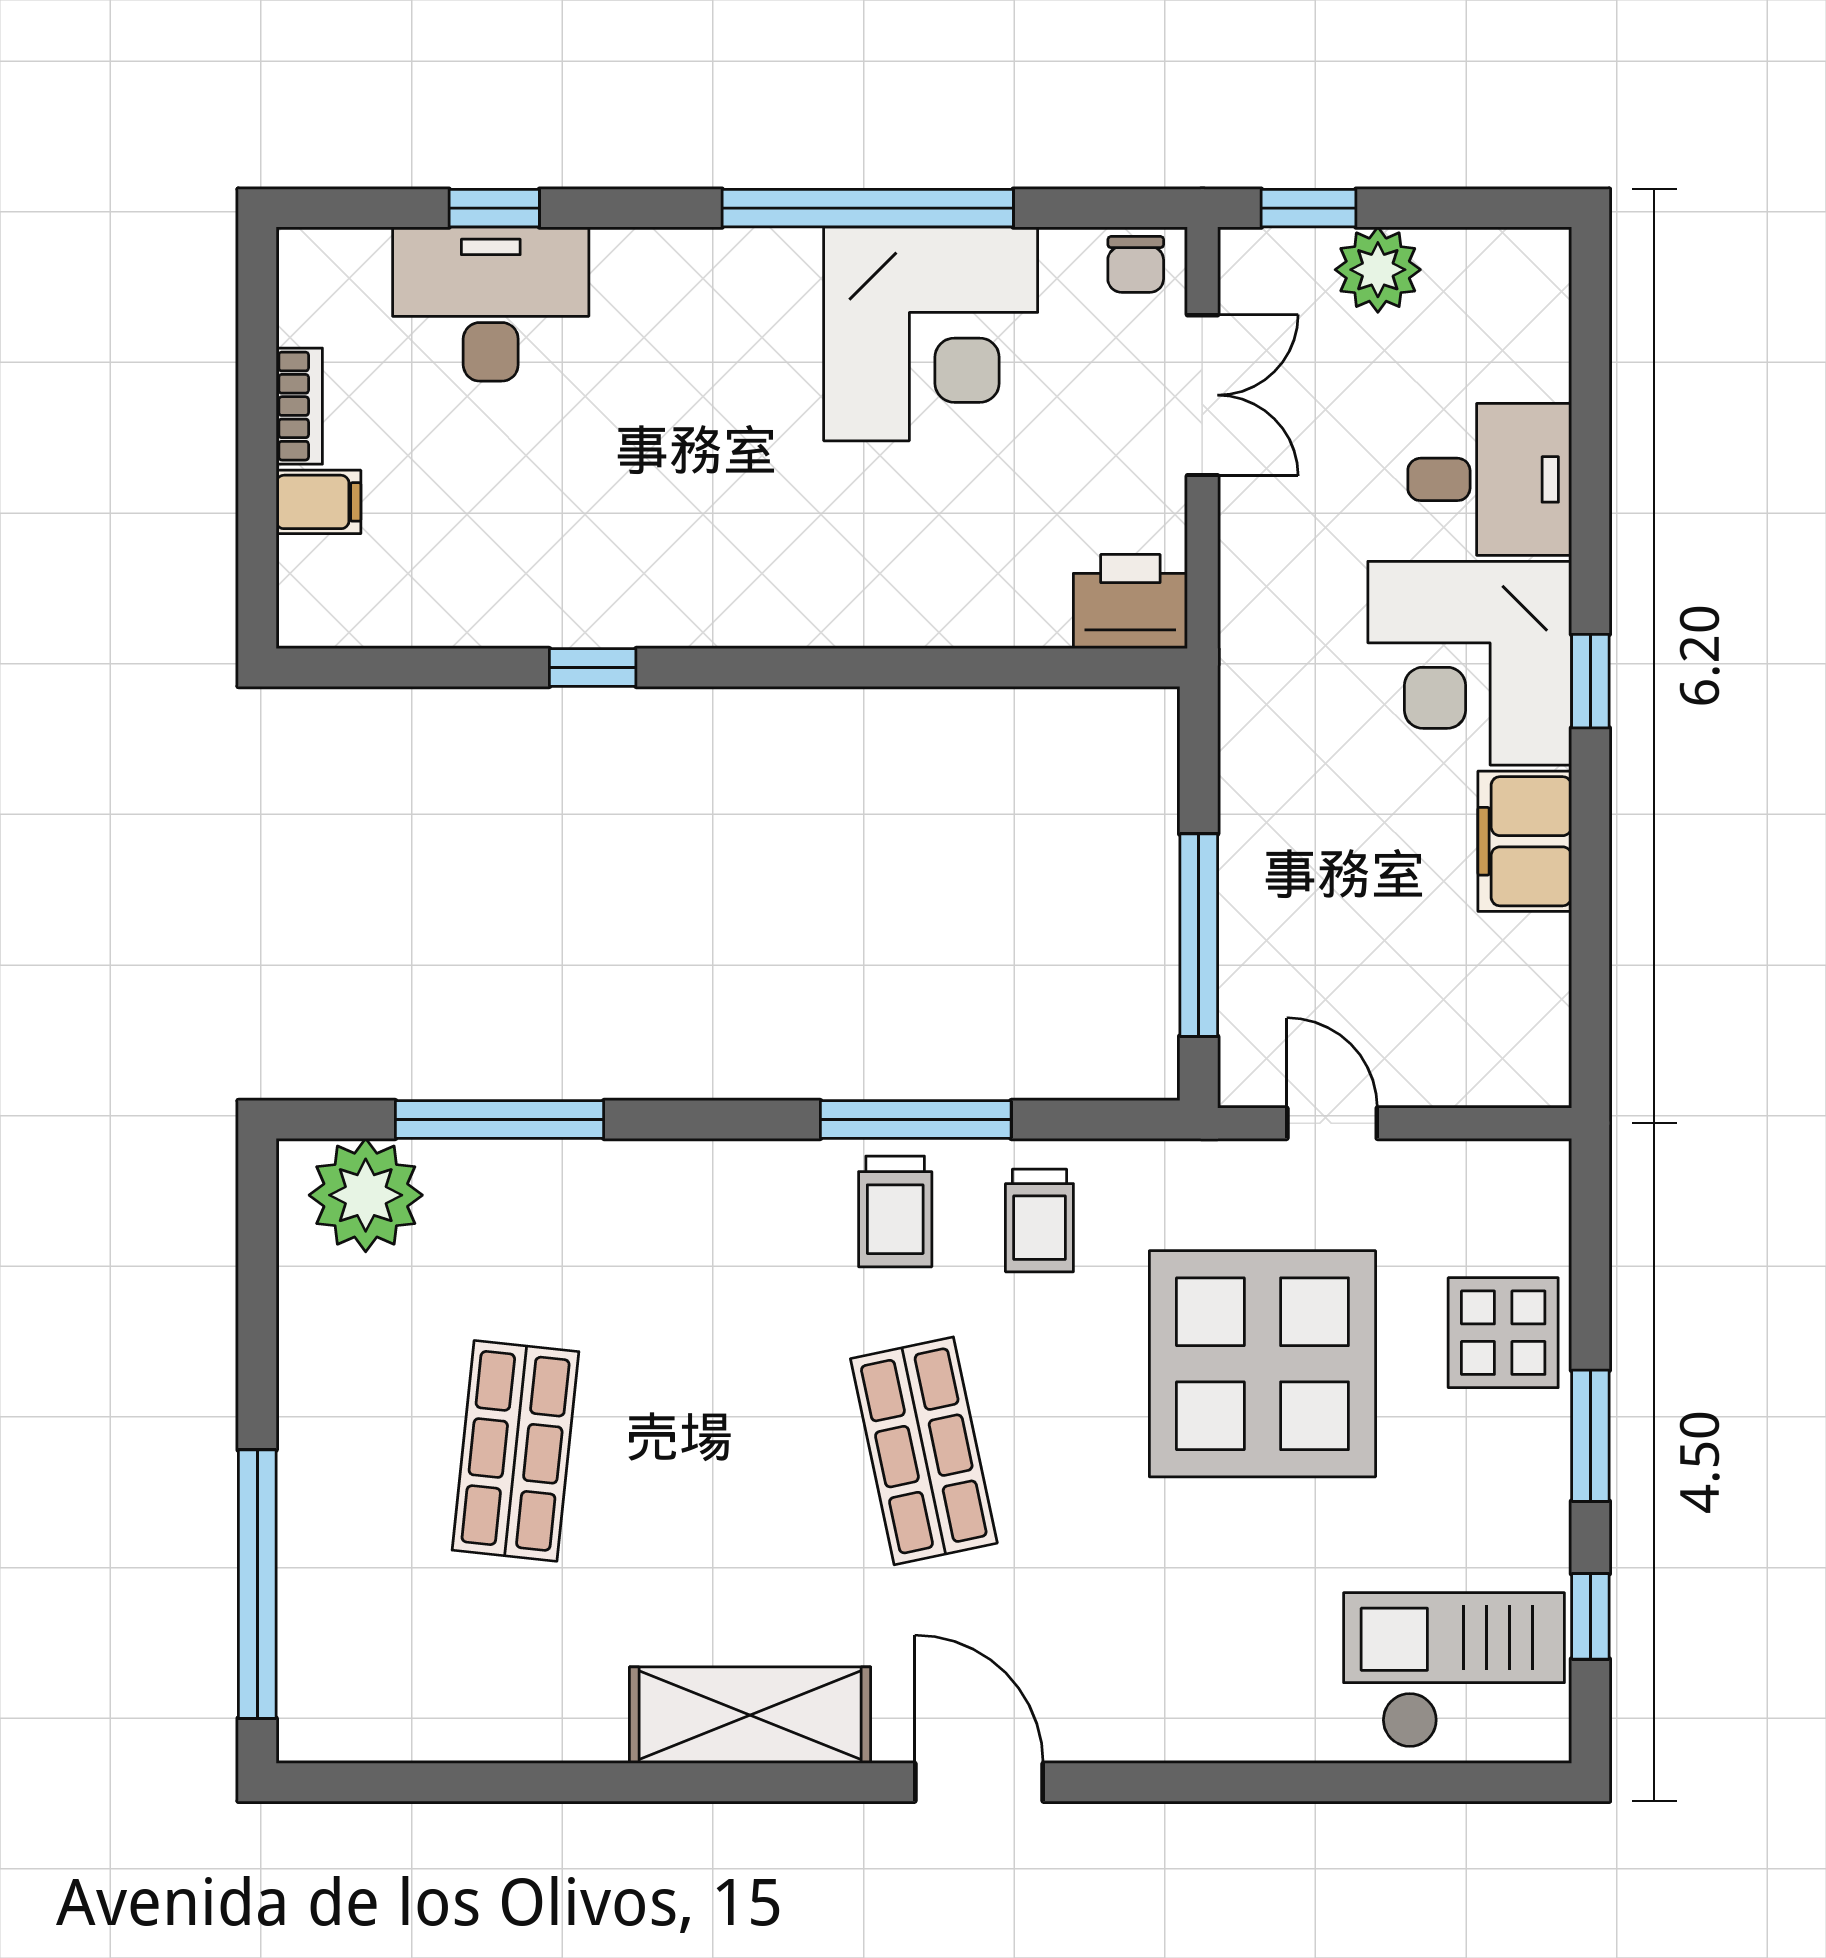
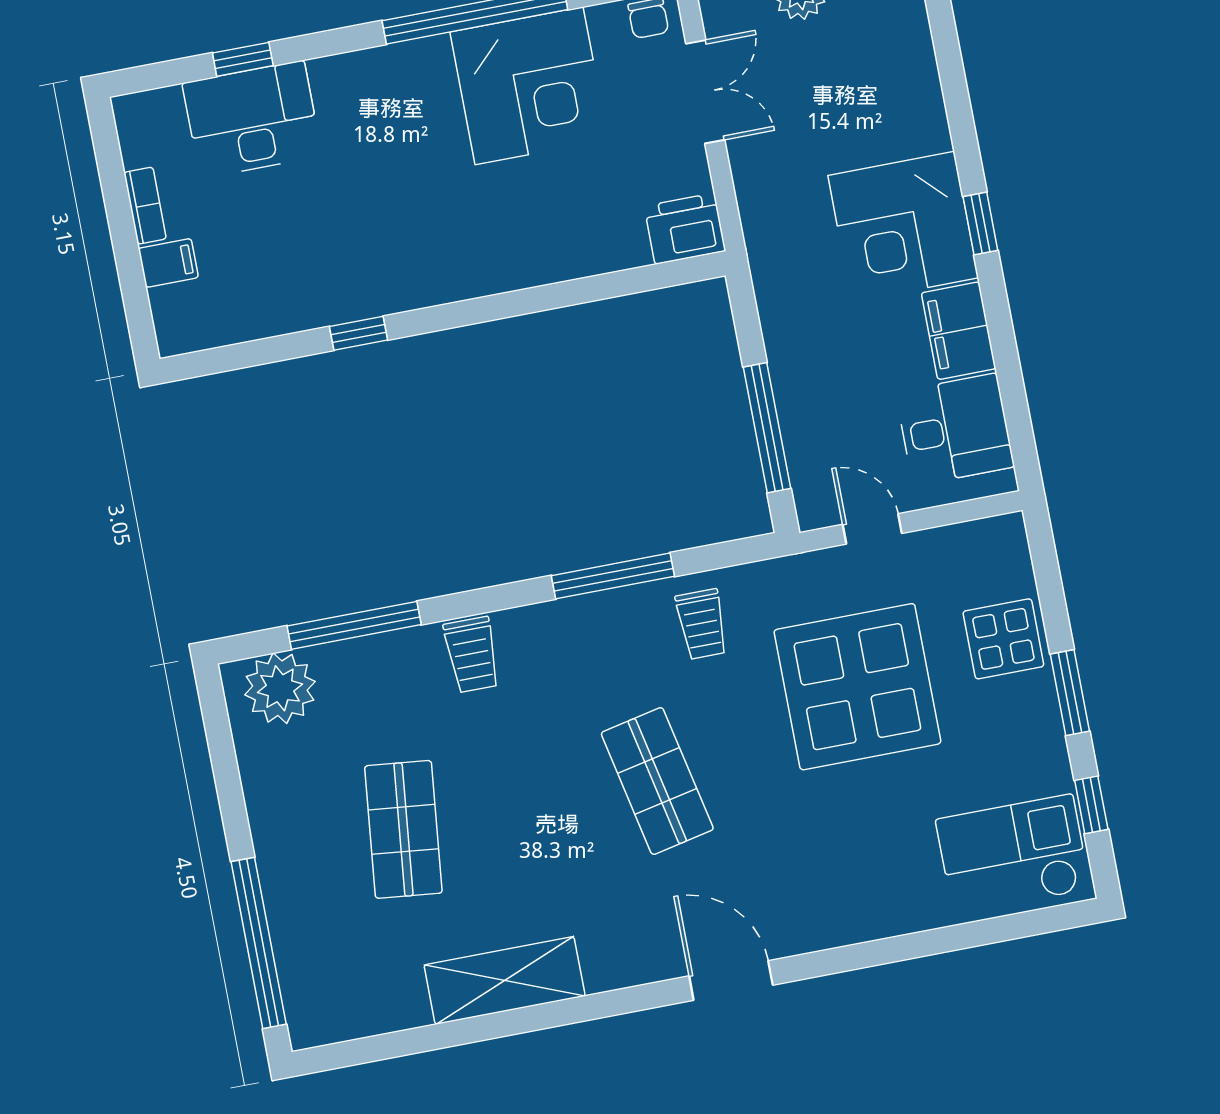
desk: (1490, 479) -> (955, 429), moved
trolley: (895, 1211) -> (472, 655), moved
shelving: (750, 1715) -> (505, 980), moved

